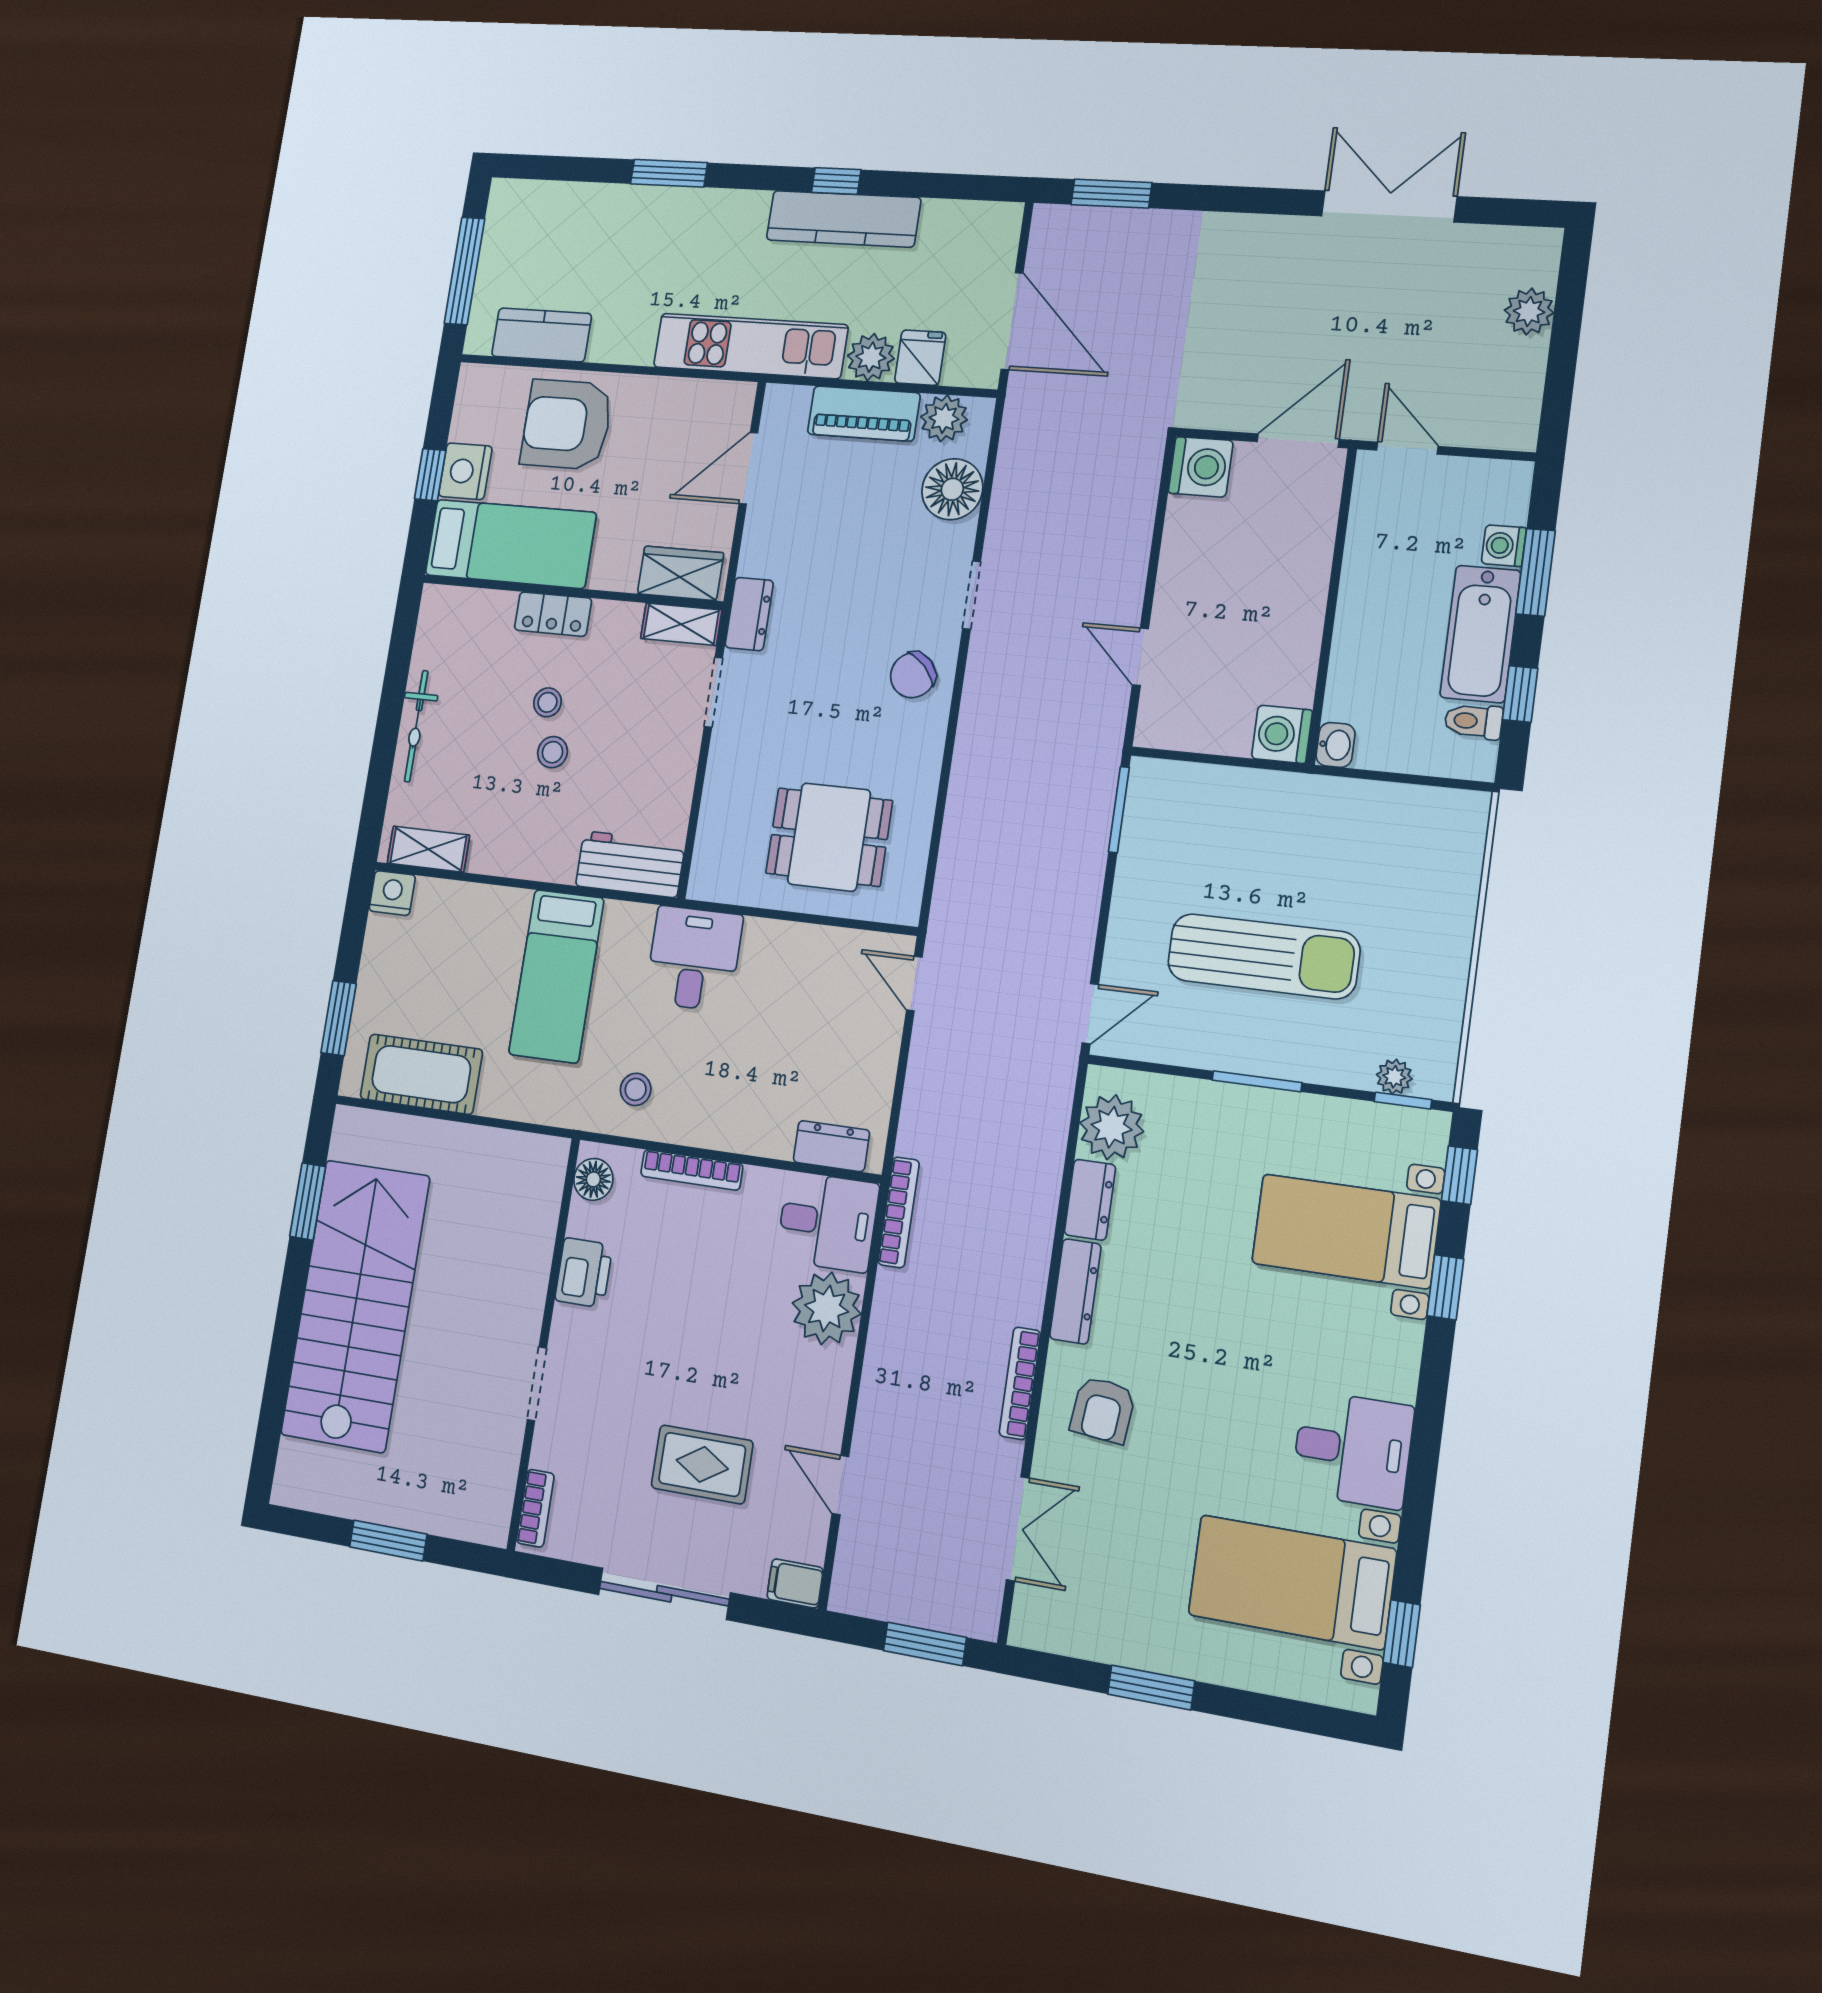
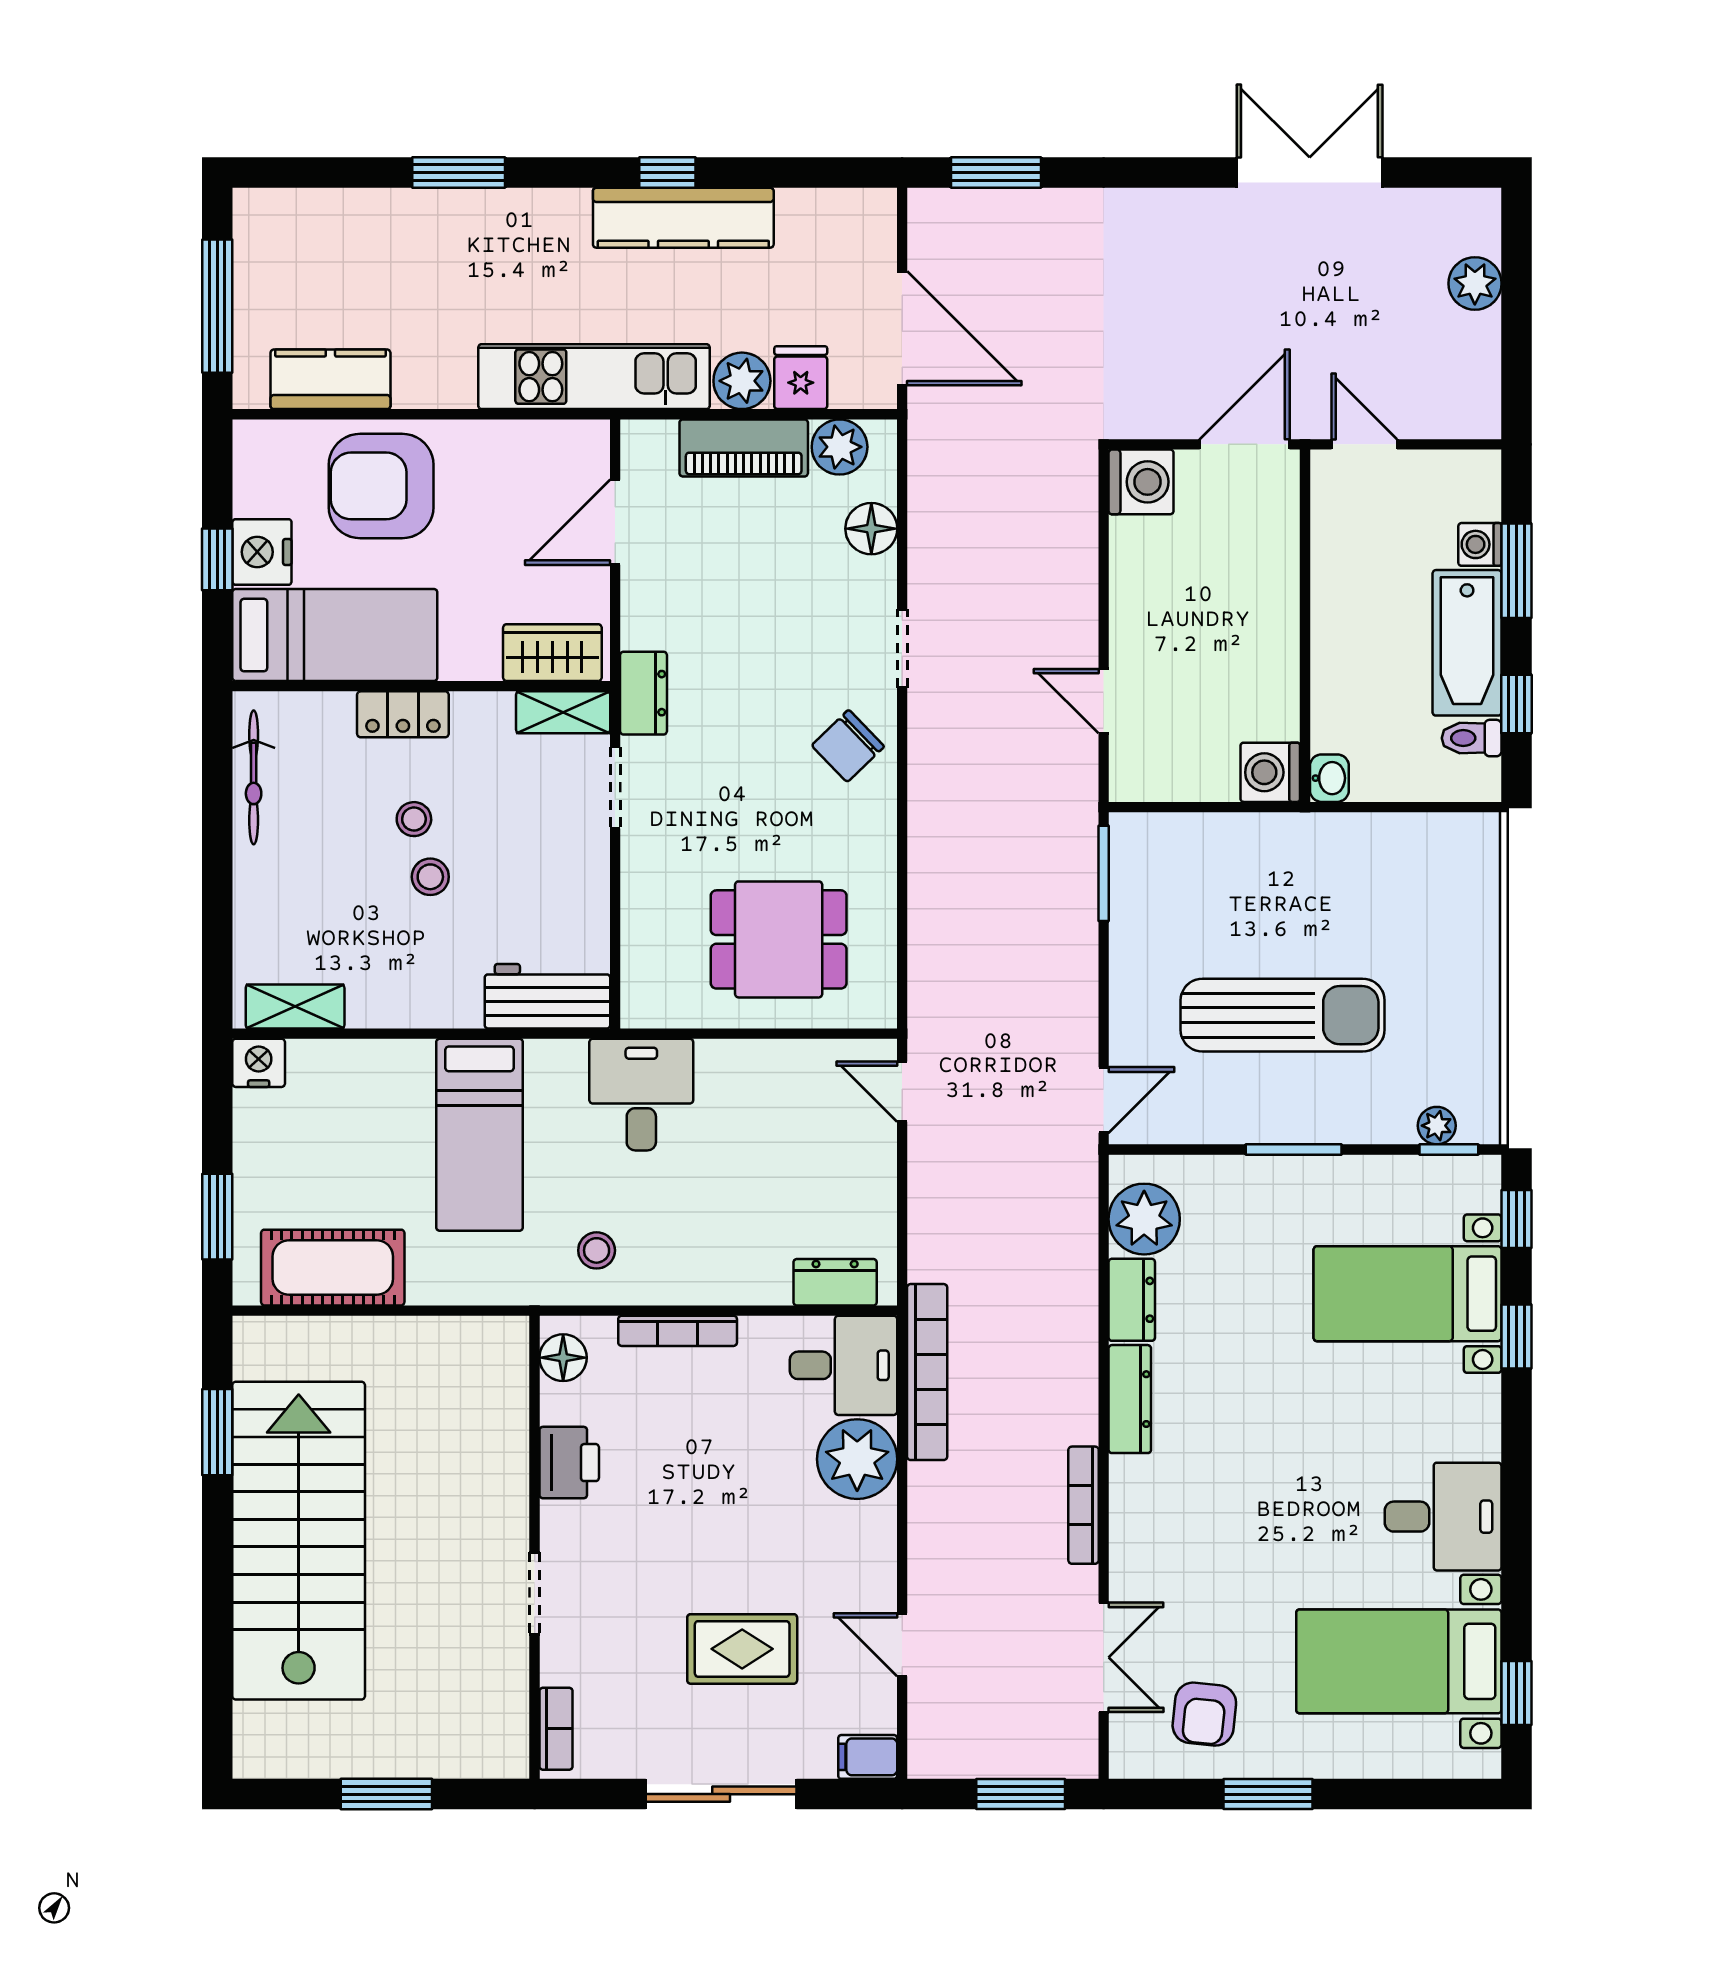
floor lamp: (952, 489) -> (871, 529), width x0.73, depth x0.73
bicycle: (416, 726) -> (254, 777), moved
bookcase: (899, 1212) -> (927, 1372), width x1.48, depth x1.31
armchair: (1103, 1410) -> (1204, 1714), moved

